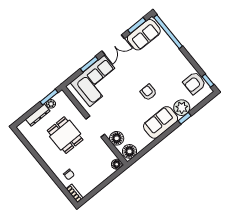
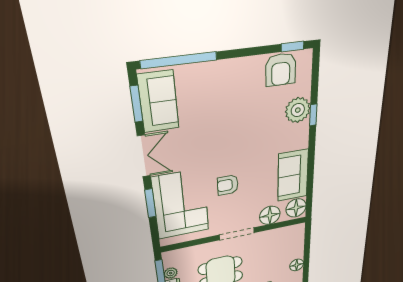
armchair: (148, 92) -> (228, 185), moved
sofa: (161, 122) -> (293, 175), moved
floor lamp: (117, 164) -> (297, 265), moved

